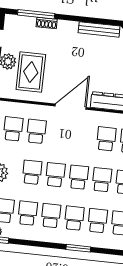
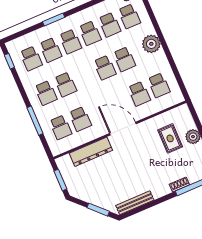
rug: (31, 72) -> (170, 138), width x0.73, depth x0.70
door: (71, 107) -> (123, 129), swing flipped
school desk: (79, 177) -> (85, 76), removed

